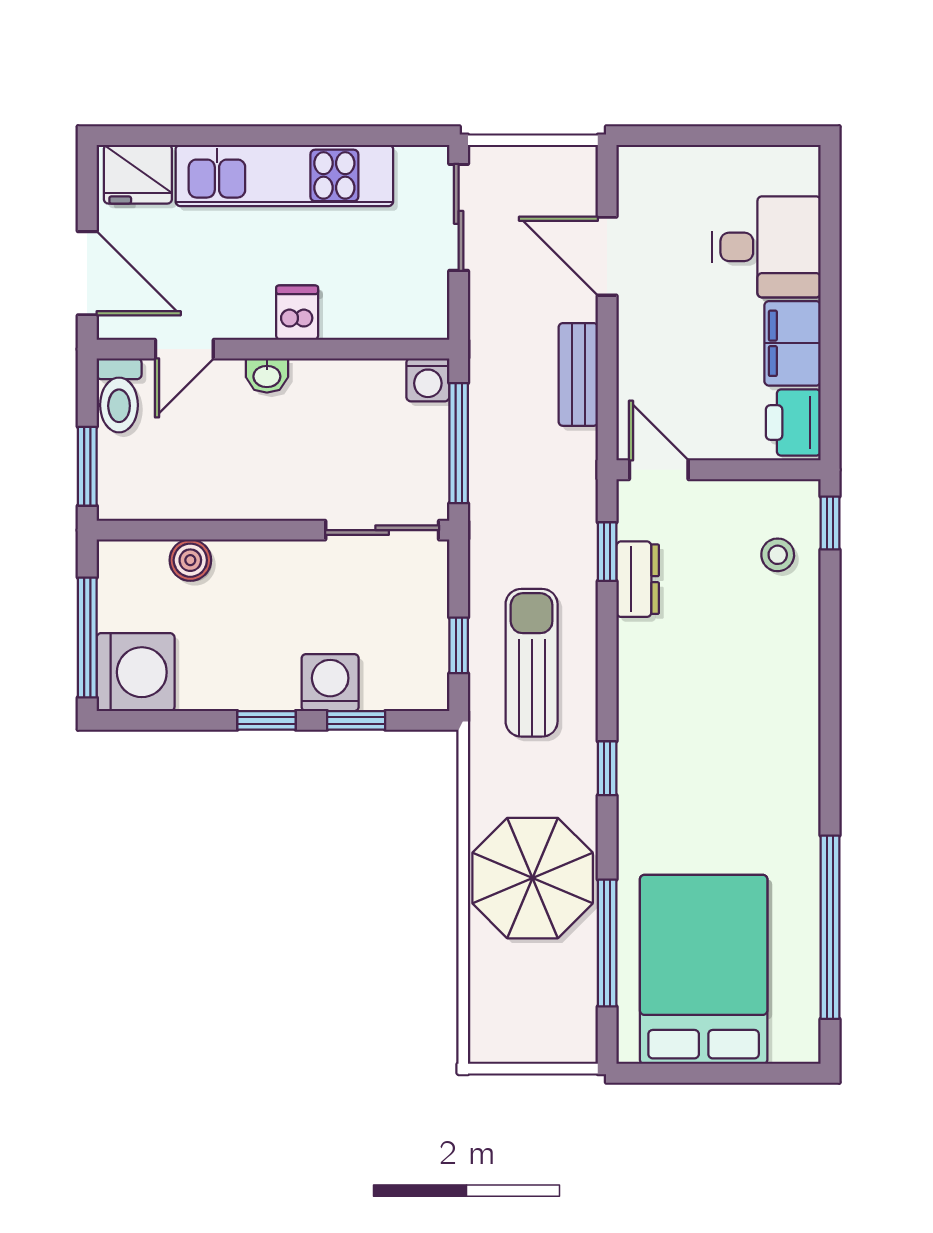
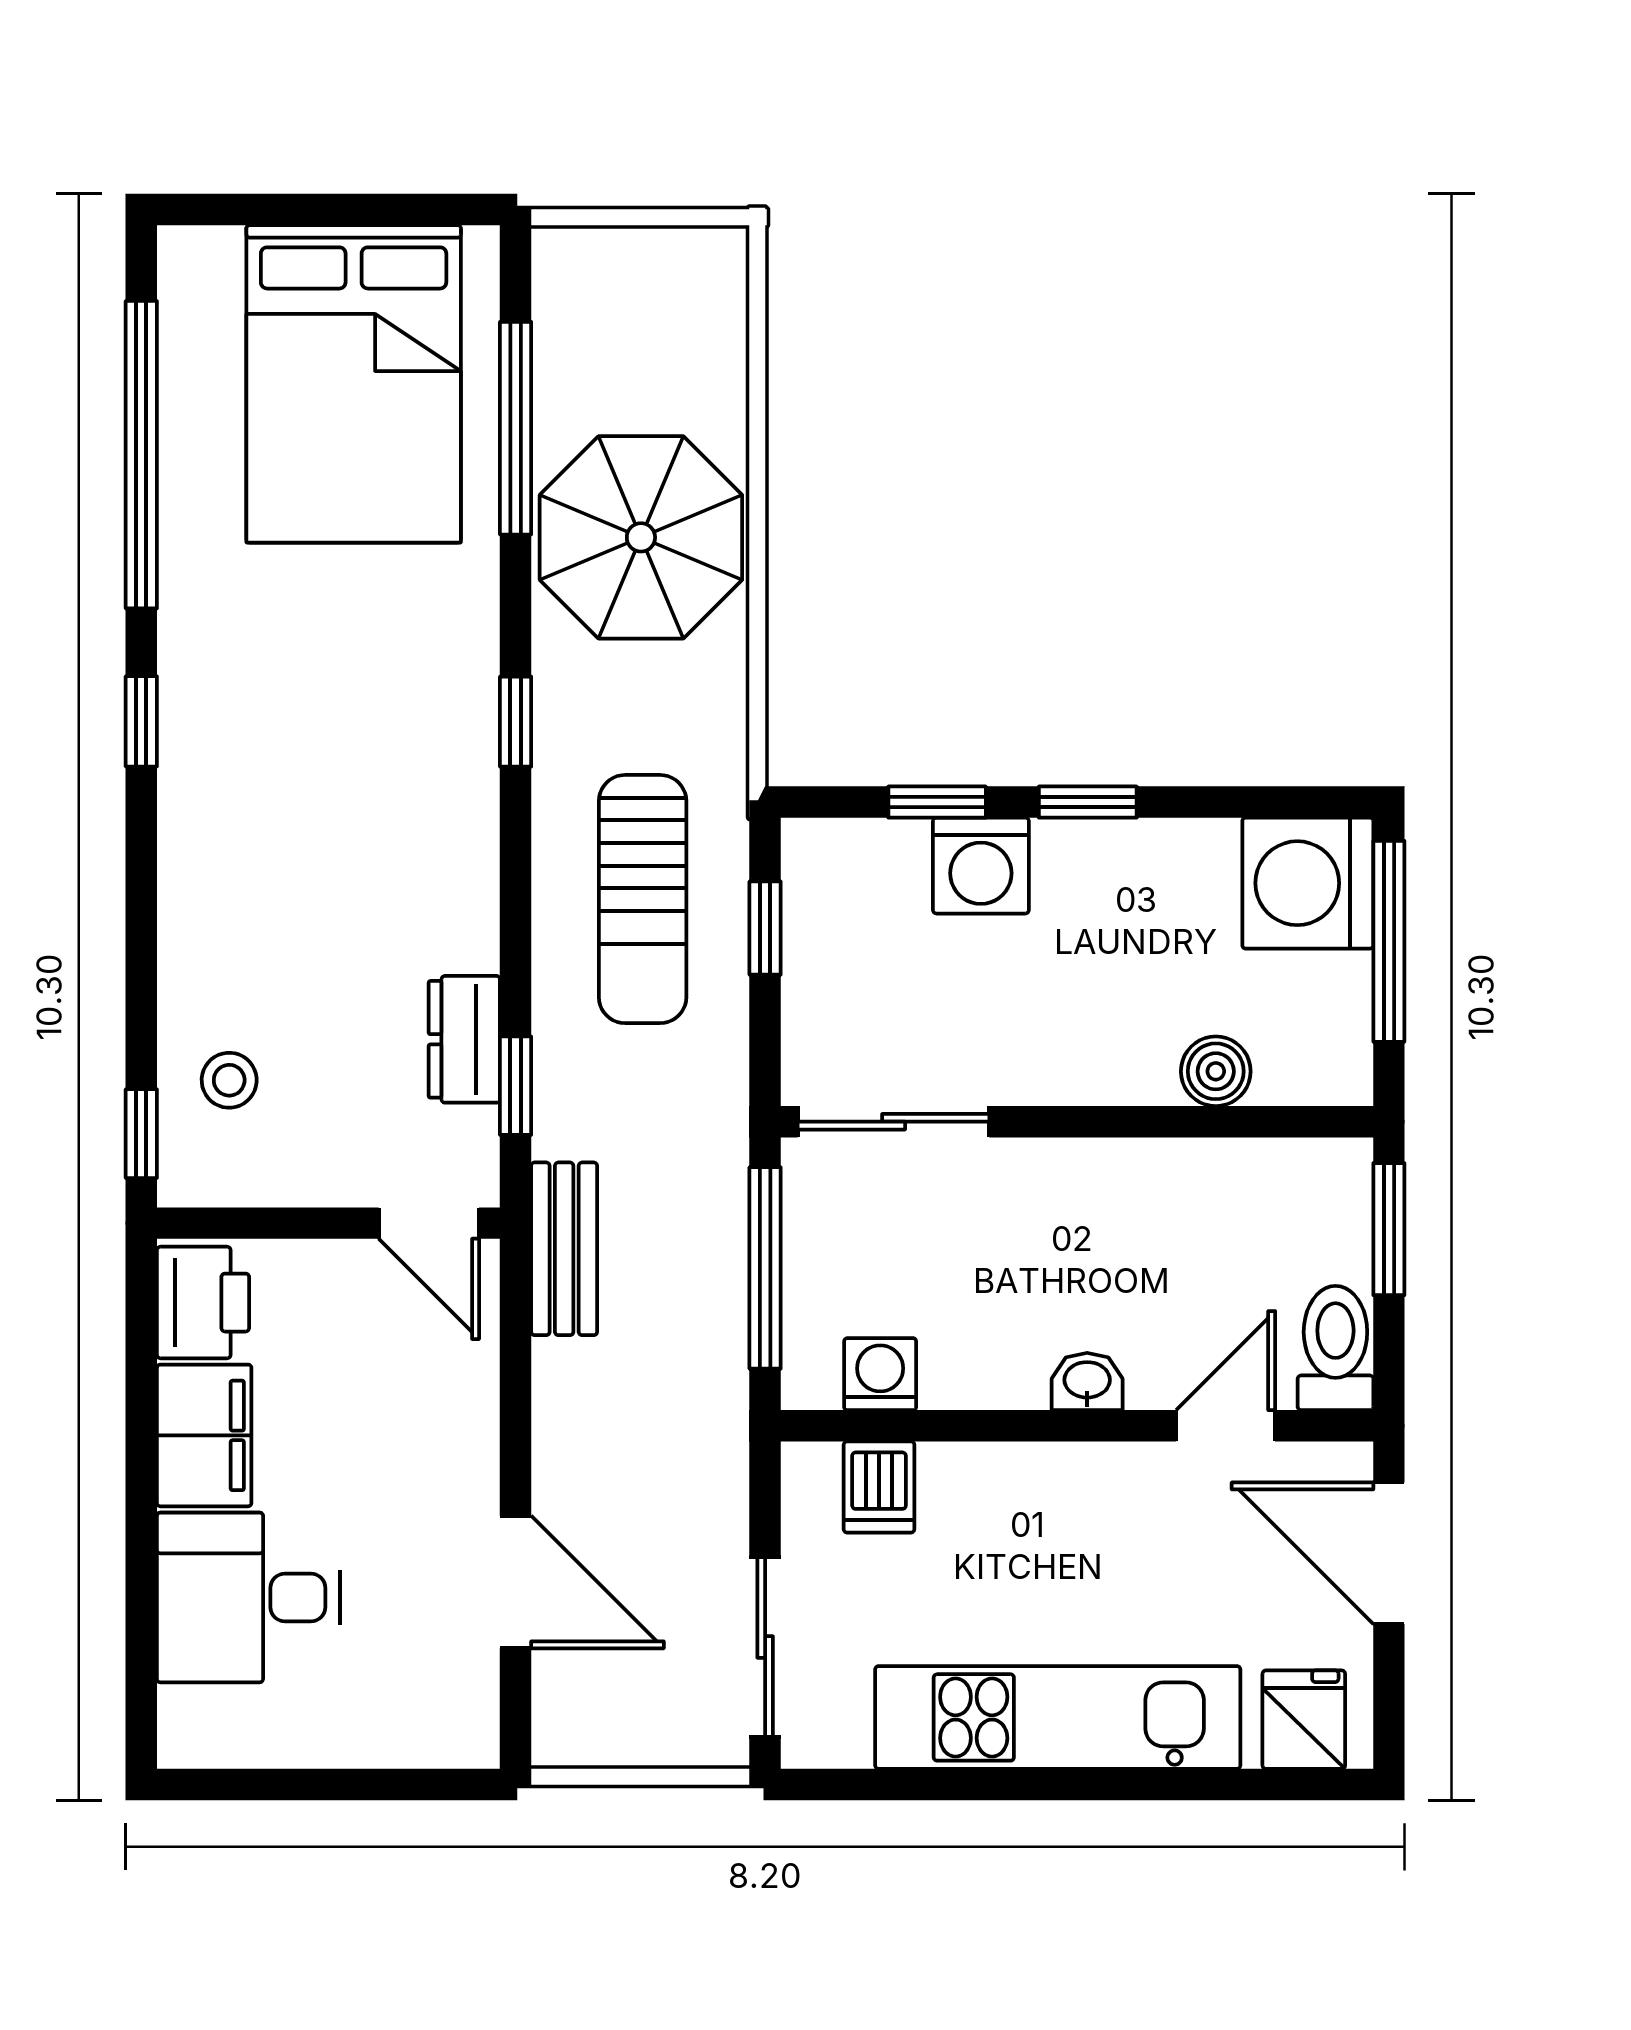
fridge: (138, 174) -> (1304, 1720), width x0.72
dishwasher: (297, 313) -> (879, 1487), moved
bench: (578, 374) -> (564, 1249), moved
washing machine: (428, 380) -> (880, 1374), moved
window: (830, 768) -> (141, 721), added

